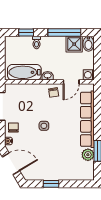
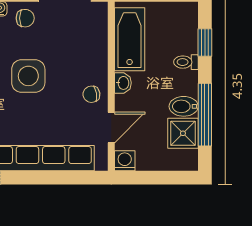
bidet: (88, 44) -> (184, 106), moved
door: (71, 82) -> (111, 127), swing flipped
side table: (44, 126) -> (28, 76), width x1.87, depth x1.87

